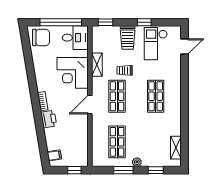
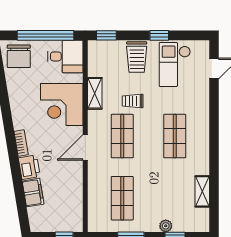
chair: (41, 37) -> (19, 56), turned 90
shelving: (176, 148) -> (202, 191), moved
filing cabinet: (54, 155) -> (33, 193), moved, width x2.00
plant: (137, 162) -> (166, 226), moved

